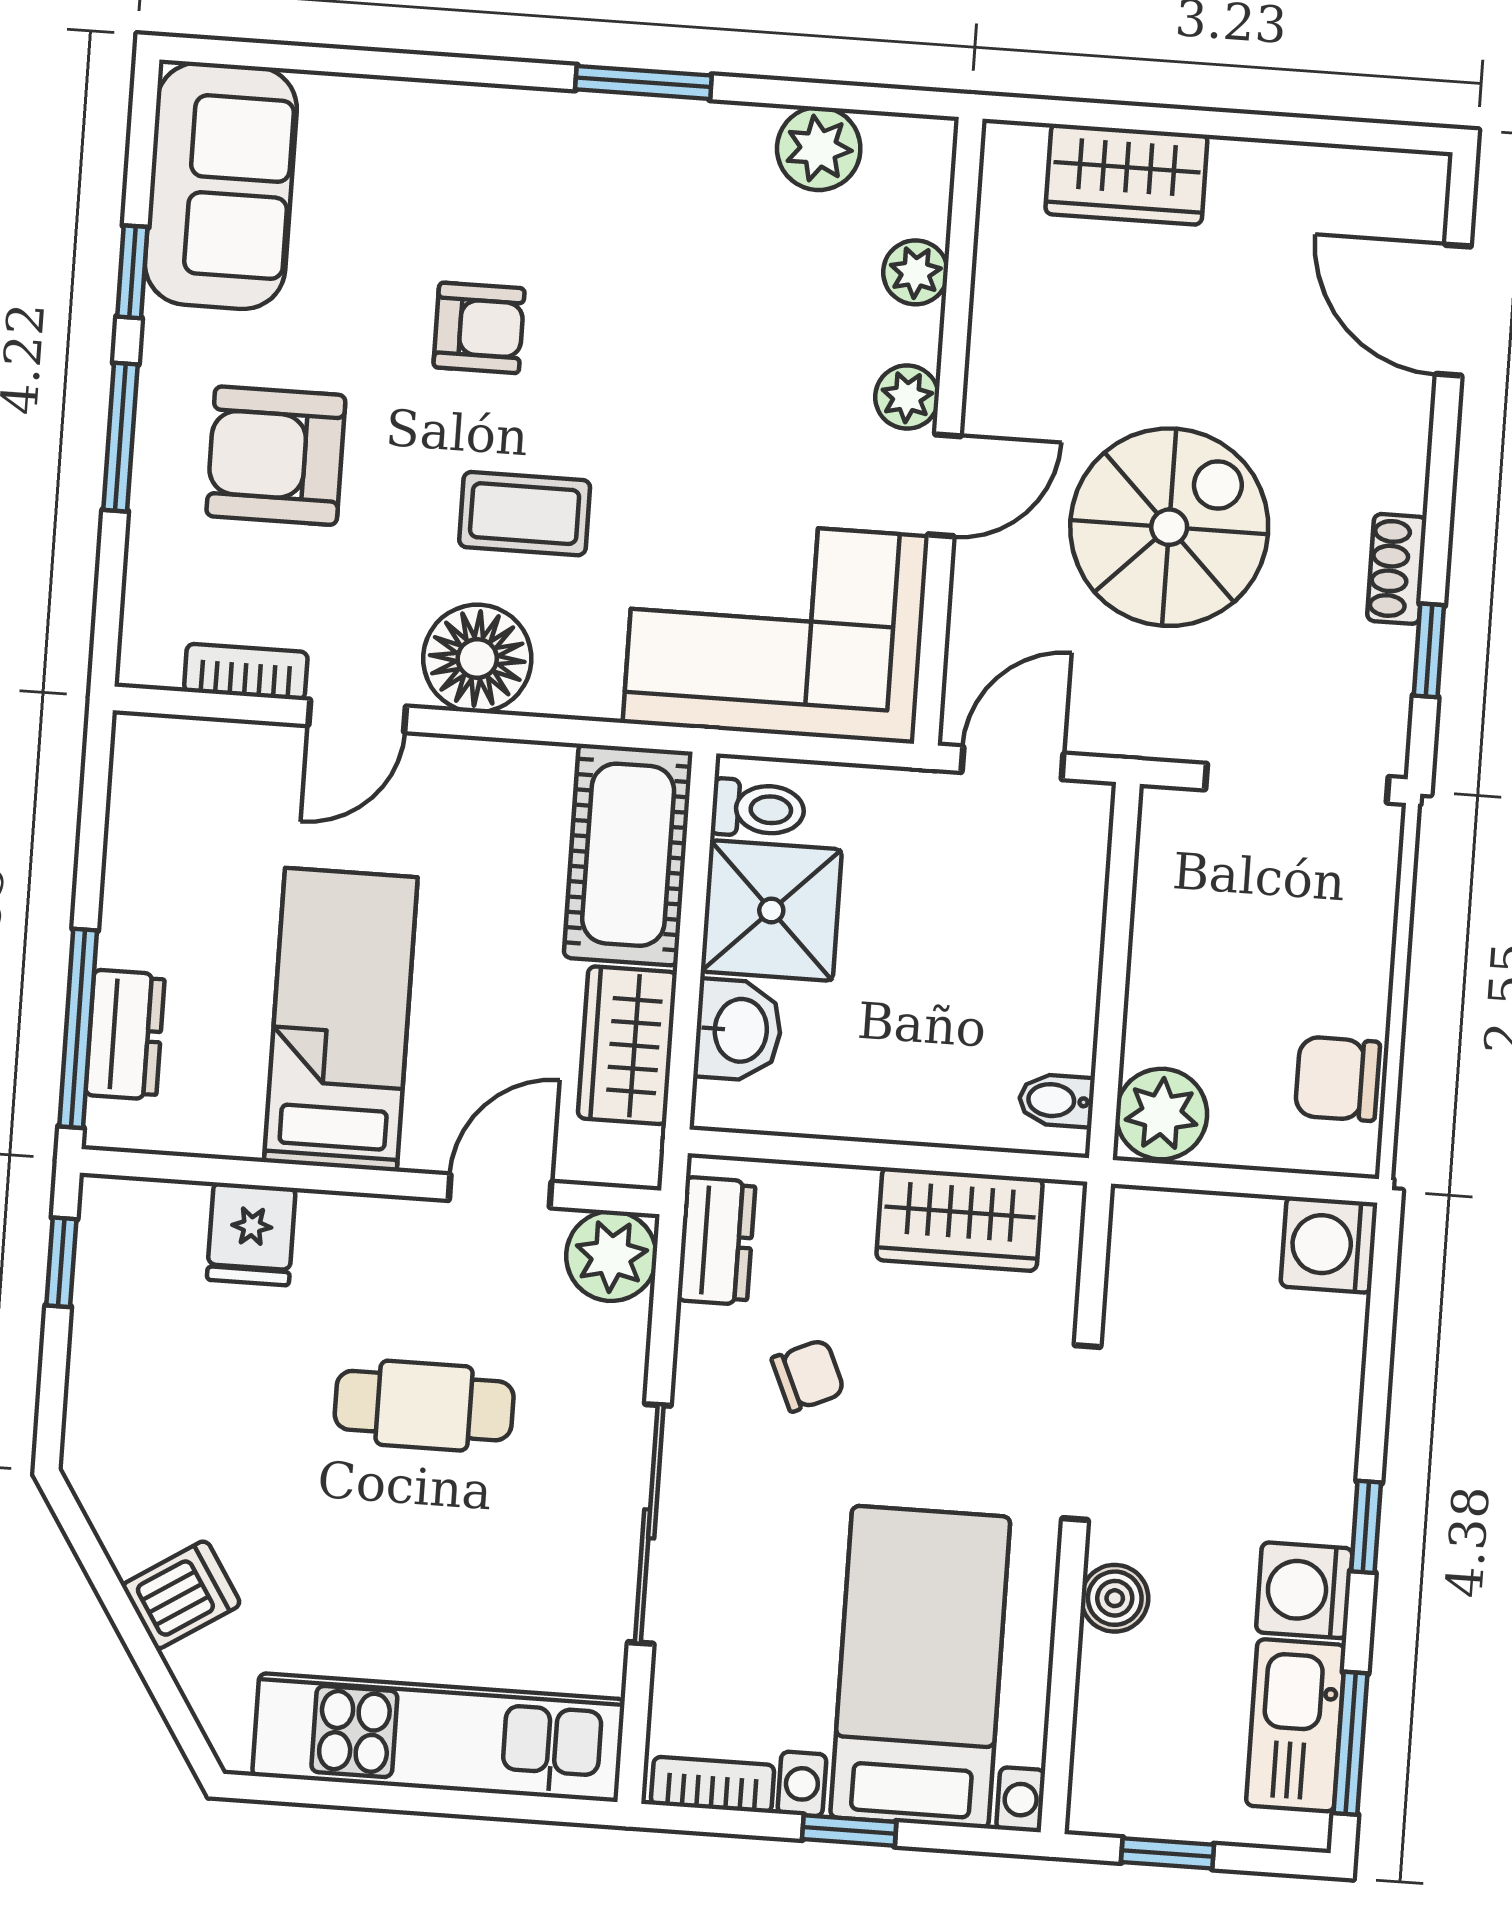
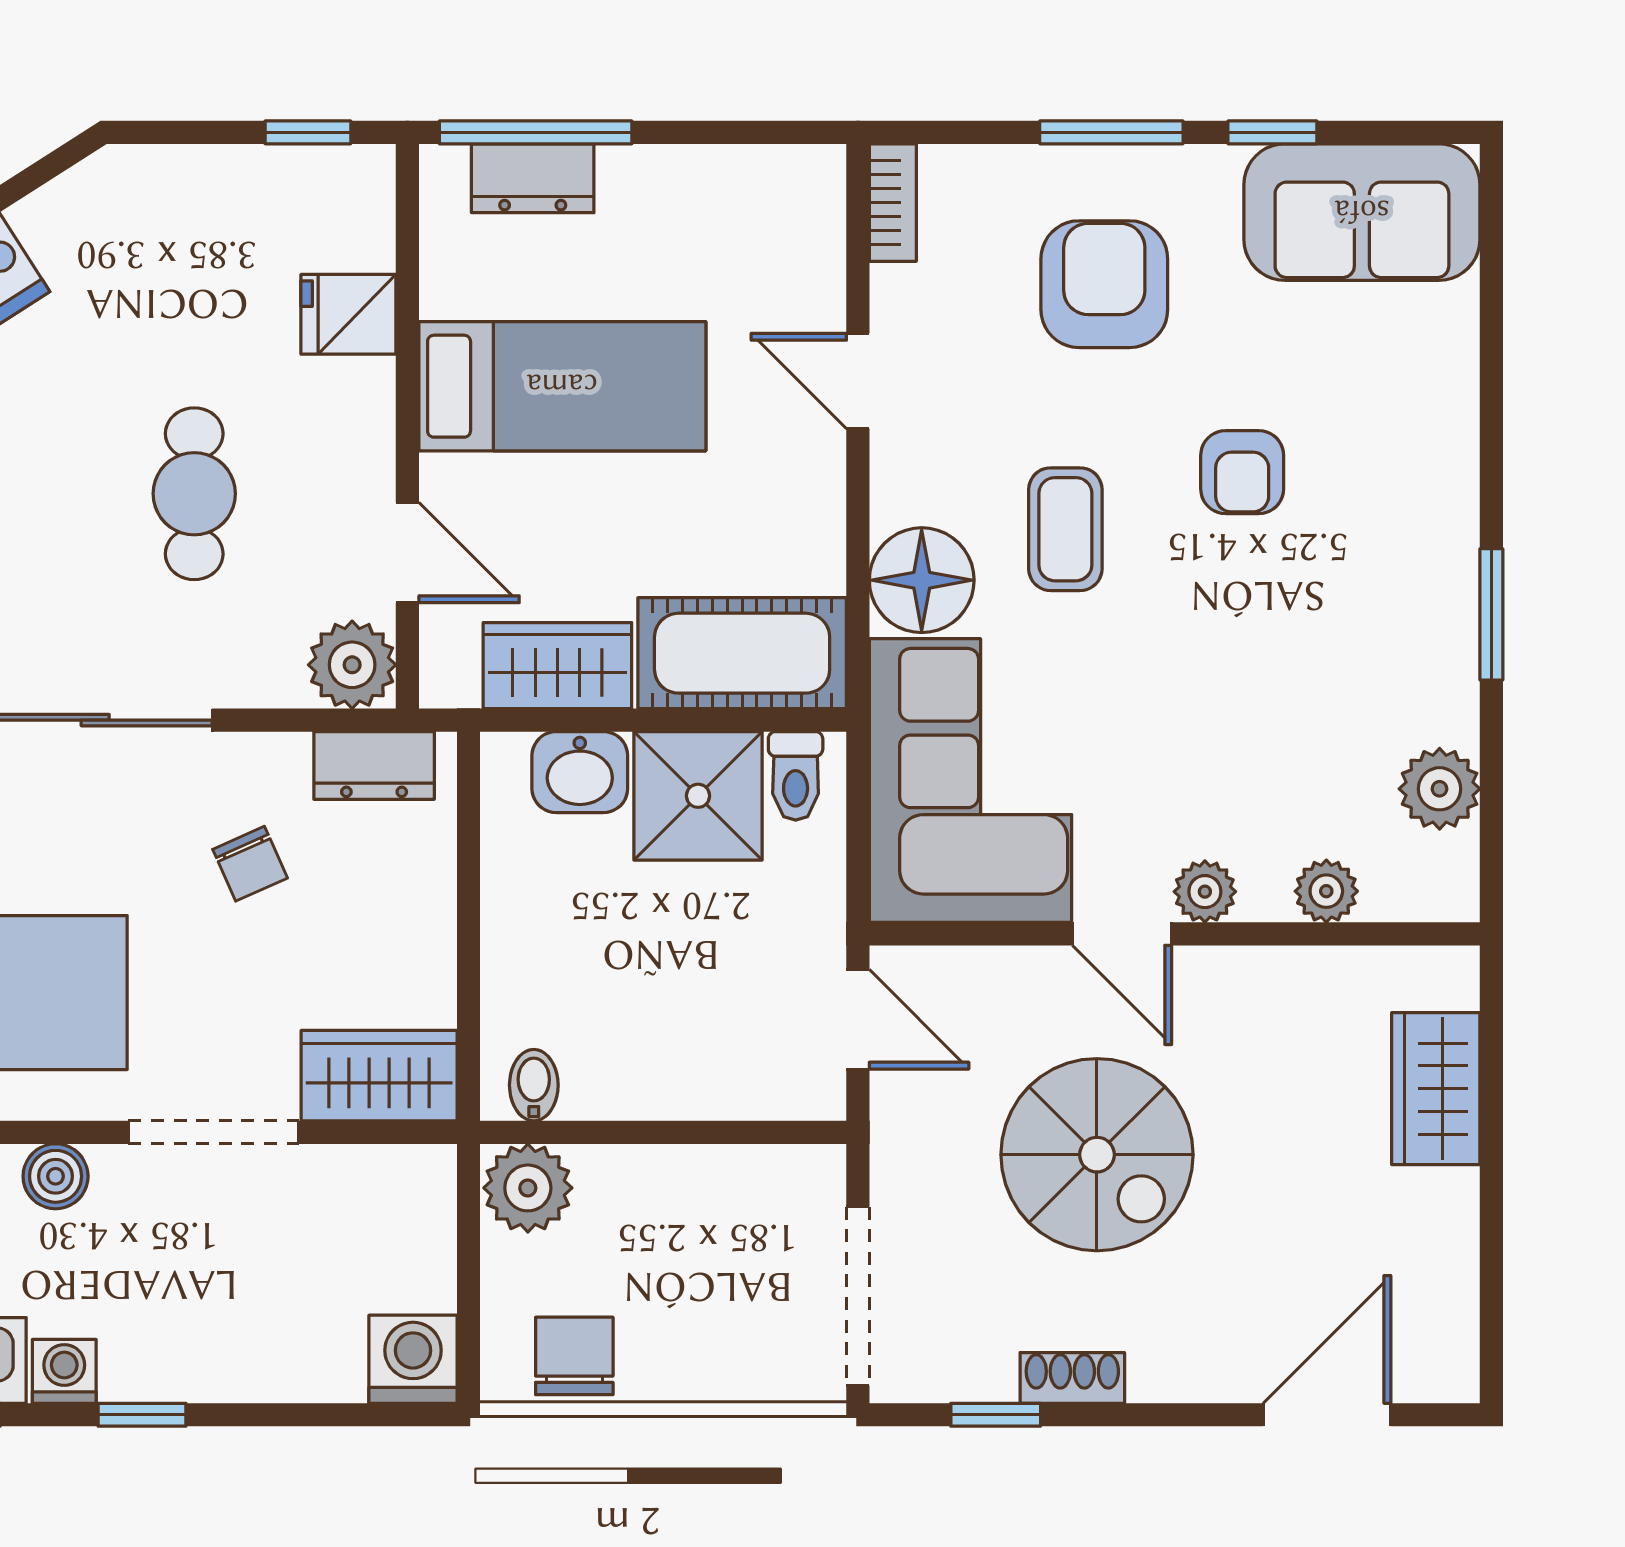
floor lamp: (477, 659) -> (922, 580), moved
bookcase: (246, 672) -> (893, 203), moved
wardrobe: (959, 1219) -> (379, 1076), moved, turned 90
washing machine: (1304, 1590) -> (64, 1371), width x0.73, depth x0.73

